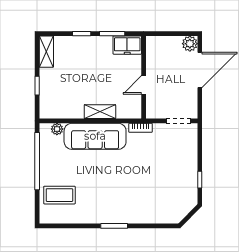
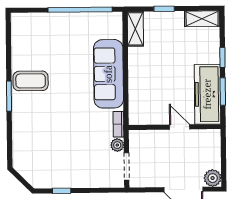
freezer: (127, 45) -> (207, 94), width x1.91, depth x1.26
door: (144, 85) -> (180, 127), moved
shelving: (100, 112) -> (135, 29), moved
plant: (57, 129) -> (117, 145), moved
coffee table: (59, 195) -> (31, 81), moved, turned 90

